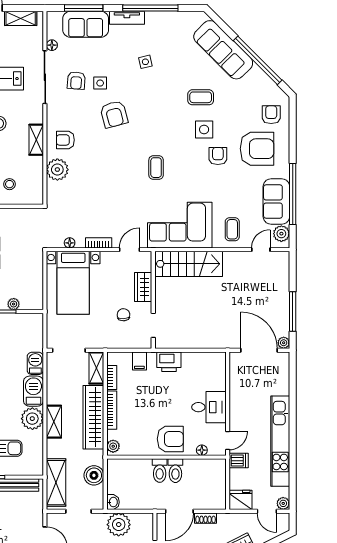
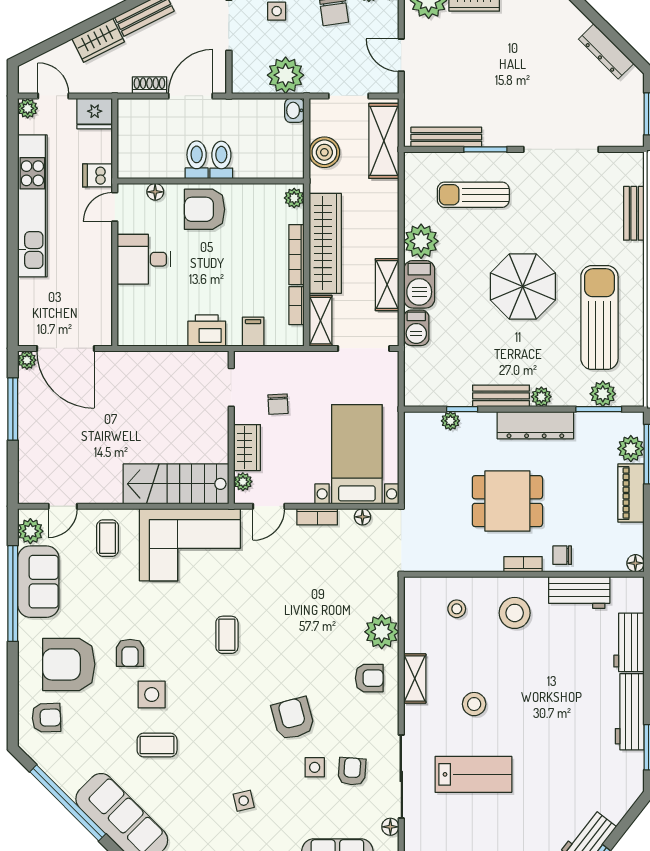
armchair: (271, 115) -> (46, 718), turned -92
plant: (146, 265) -> (243, 482), added
shelving: (54, 422) -> (387, 285), moved

